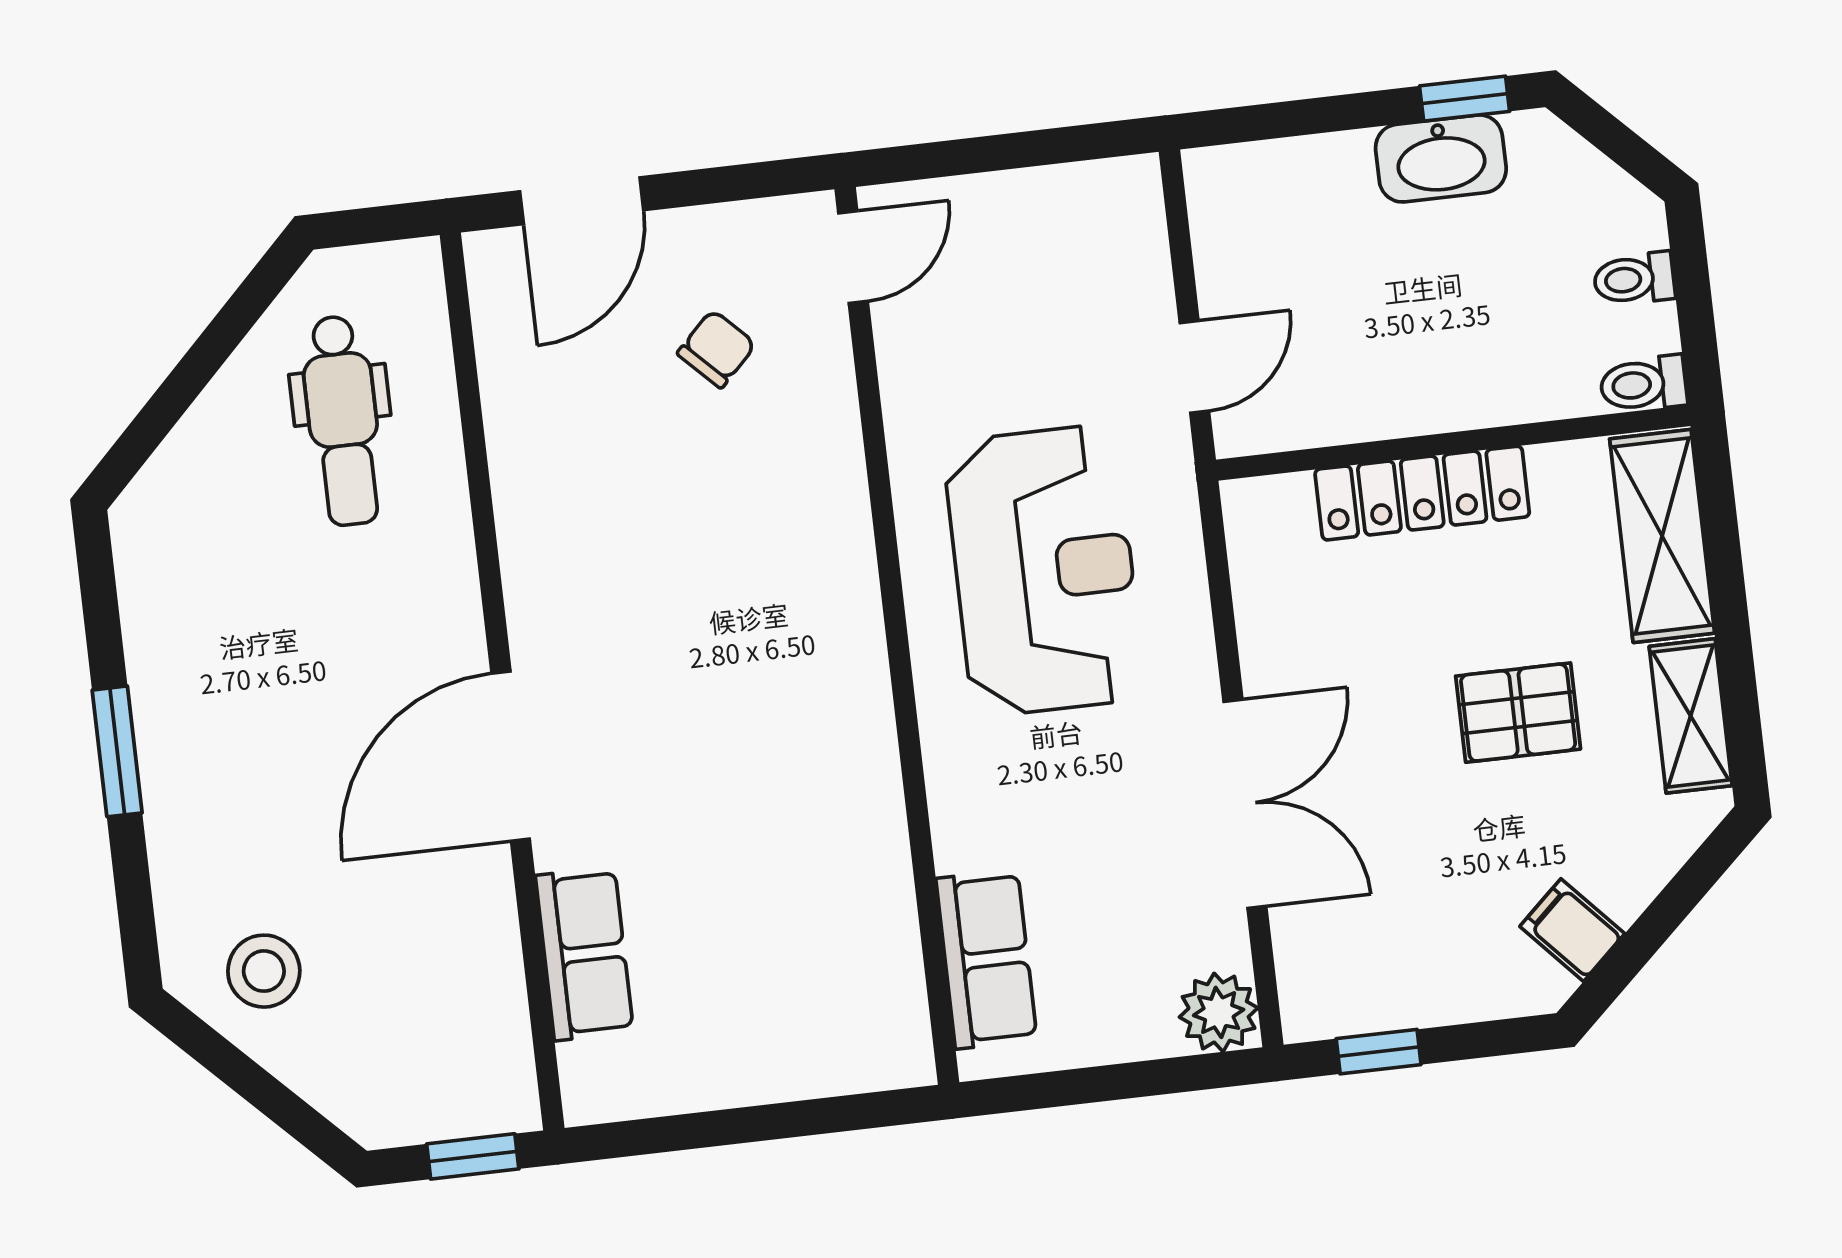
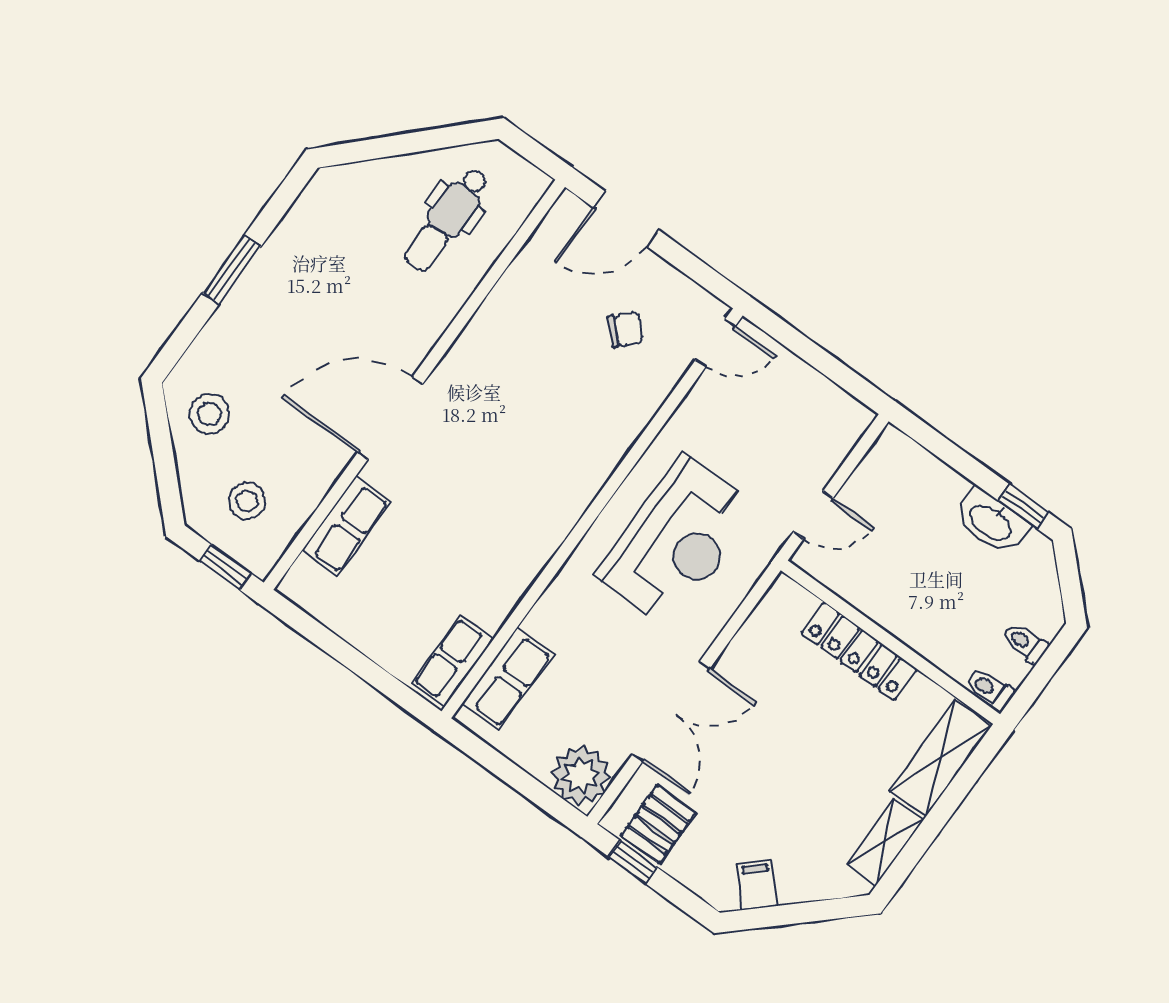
pallet: (1518, 713) -> (658, 824), moved, turned 90
row of seats: (892, 1004) -> (453, 661), added
plant: (1219, 1012) -> (581, 776), width x1.36, depth x1.36
stool: (421, 1041) -> (247, 501), added

